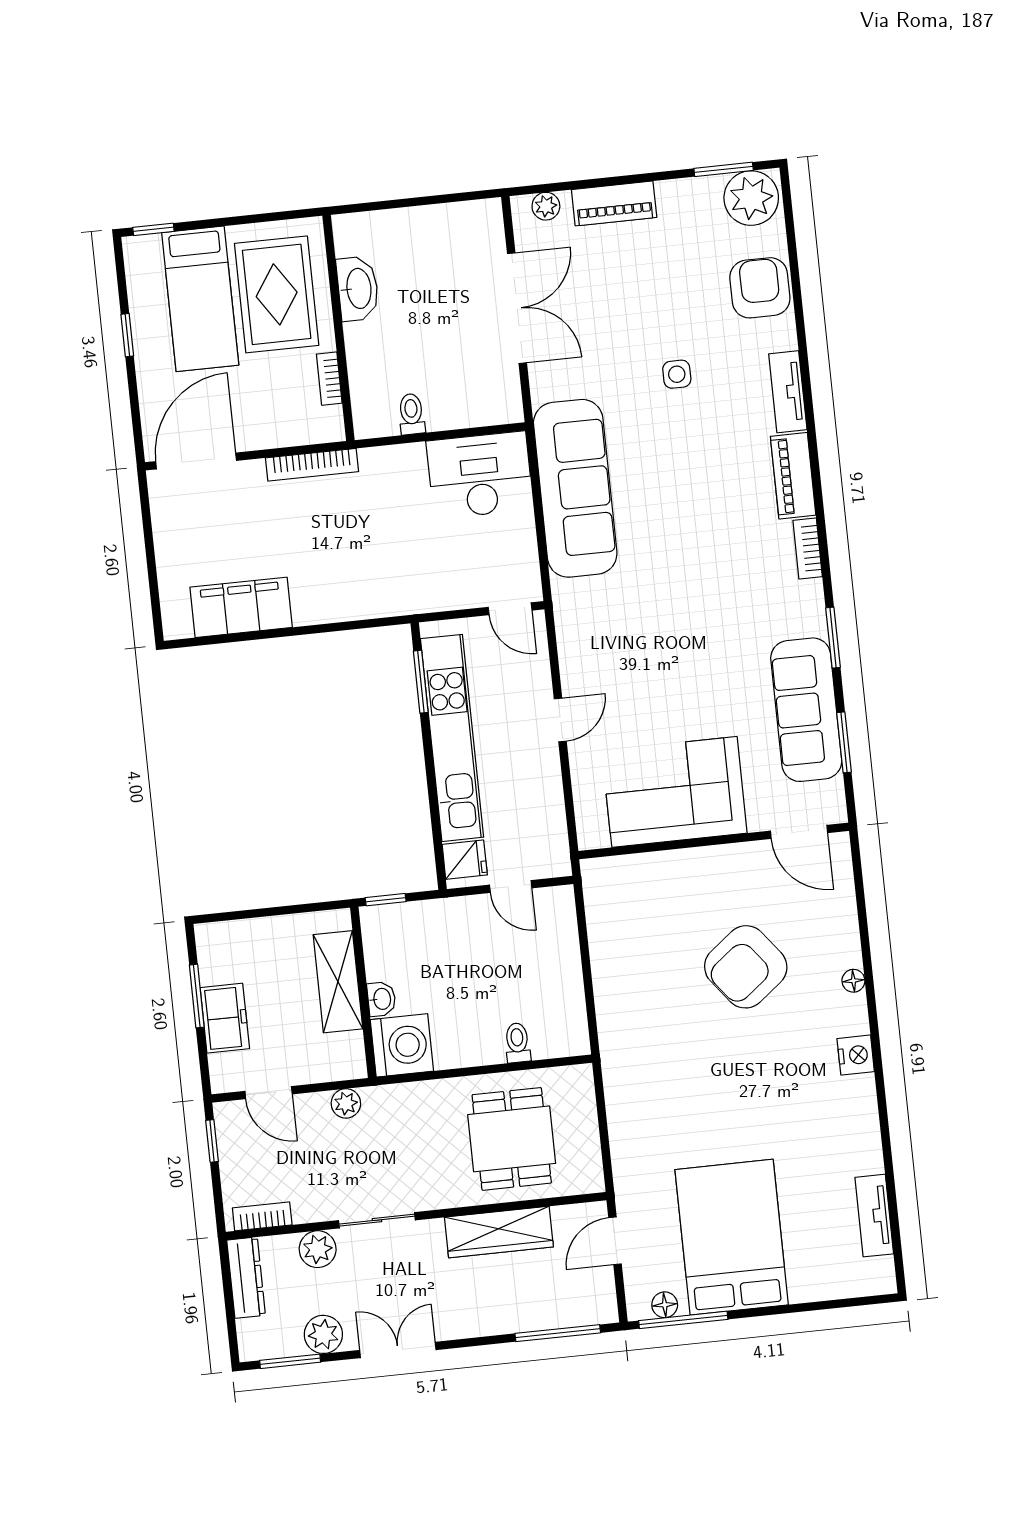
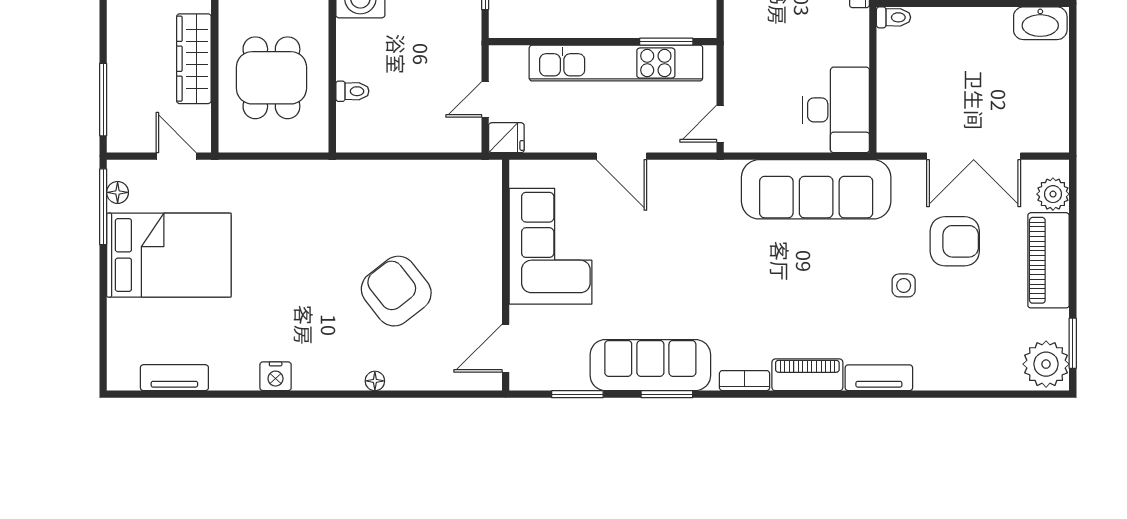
piano: (614, 203) -> (1049, 260), width x1.37, depth x1.33
plant: (546, 206) -> (1053, 194), width x1.38, depth x1.38
armchair: (760, 288) -> (955, 241), moved
washbasin: (358, 289) -> (1040, 23), moved
toilet: (411, 414) -> (894, 17), moved
sofa: (806, 710) -> (650, 365), moved
door: (560, 720) -> (621, 156), width x1.38
fridge: (465, 860) -> (506, 138), moved, turned -90
nightstand: (856, 1055) -> (276, 376), moved
dining table: (512, 1139) -> (271, 78), turned 90

